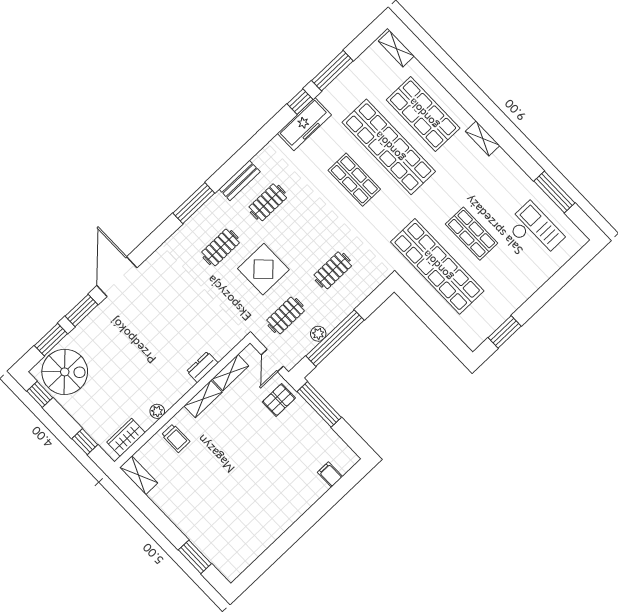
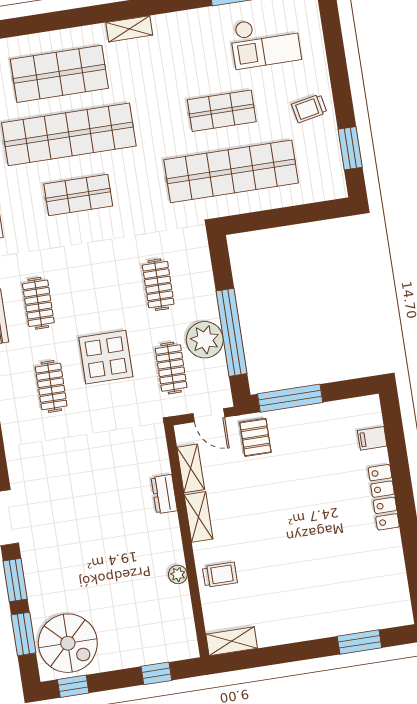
checkout: (535, 231) -> (265, 42), turned 180
trolley: (512, 288) -> (309, 108), added
plant: (318, 334) -> (205, 340), width x1.87, depth x1.87
spiral stairs: (65, 372) -> (68, 643), turned 90
wardrobe: (126, 437) -> (182, 627), removed
locker: (298, 508) -> (384, 497), added

